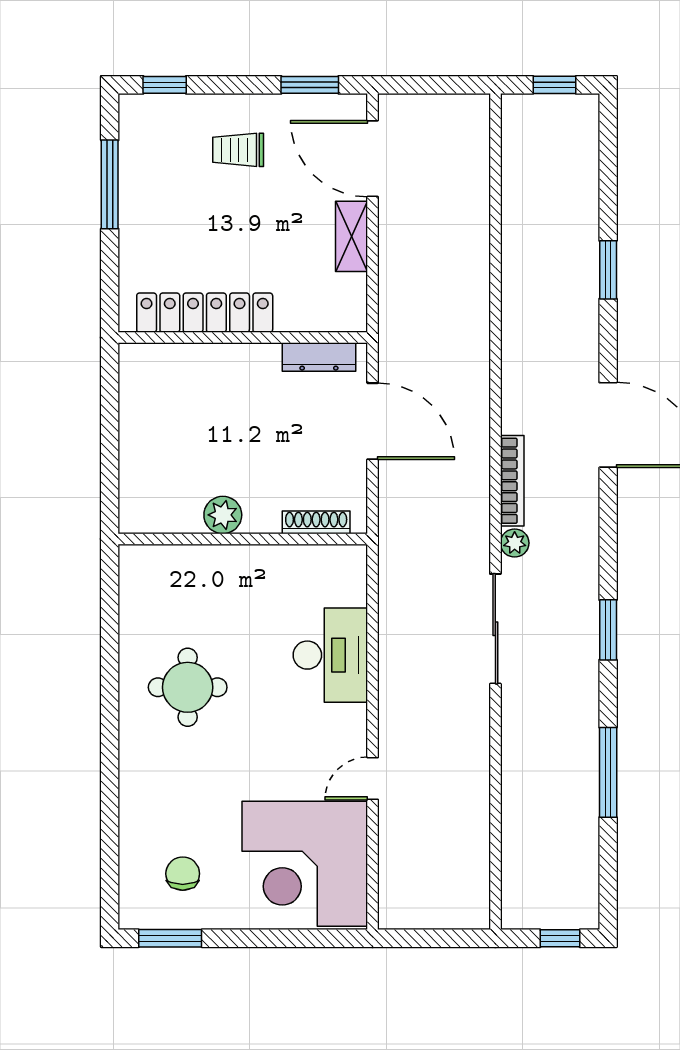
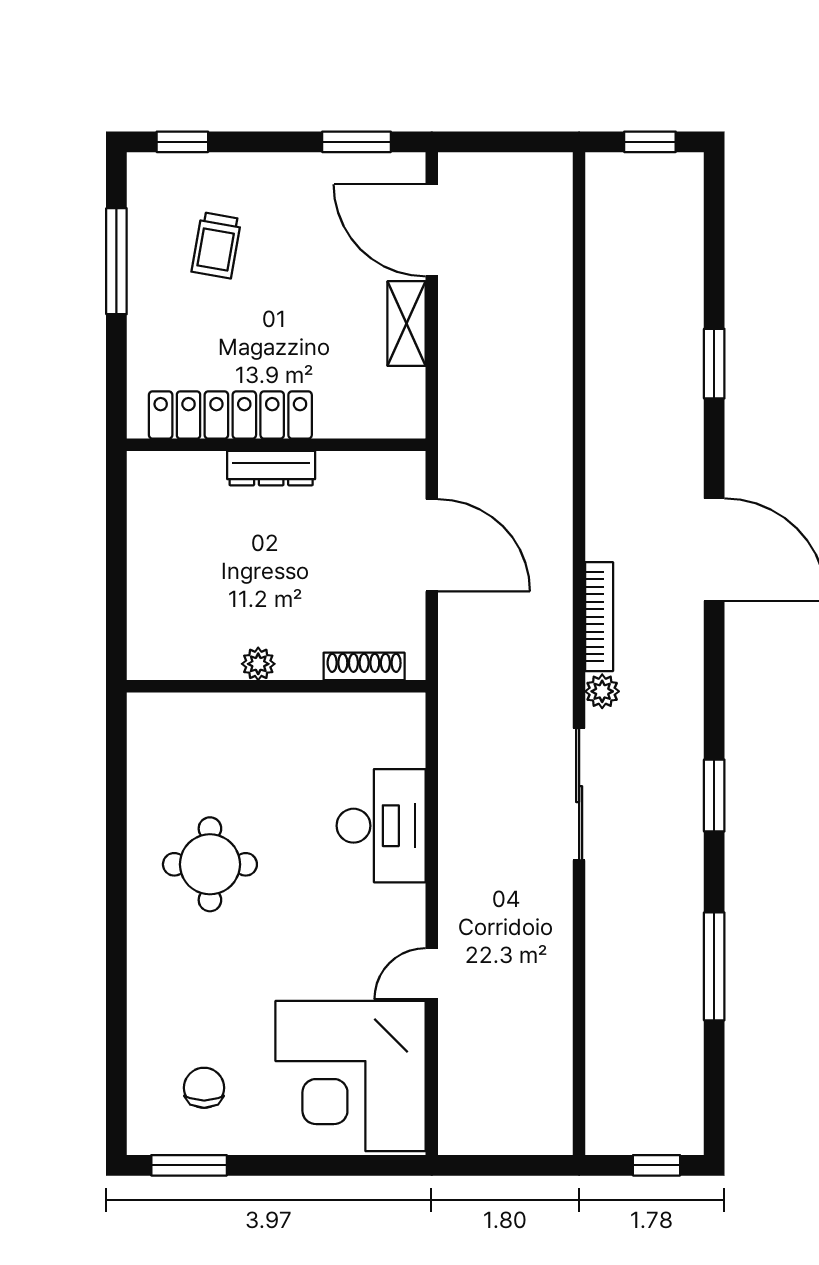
trolley: (238, 150) -> (216, 245), moved, turned -80
dresser: (319, 357) -> (271, 468), moved
plant: (223, 515) -> (258, 664), width x0.73, depth x0.73

